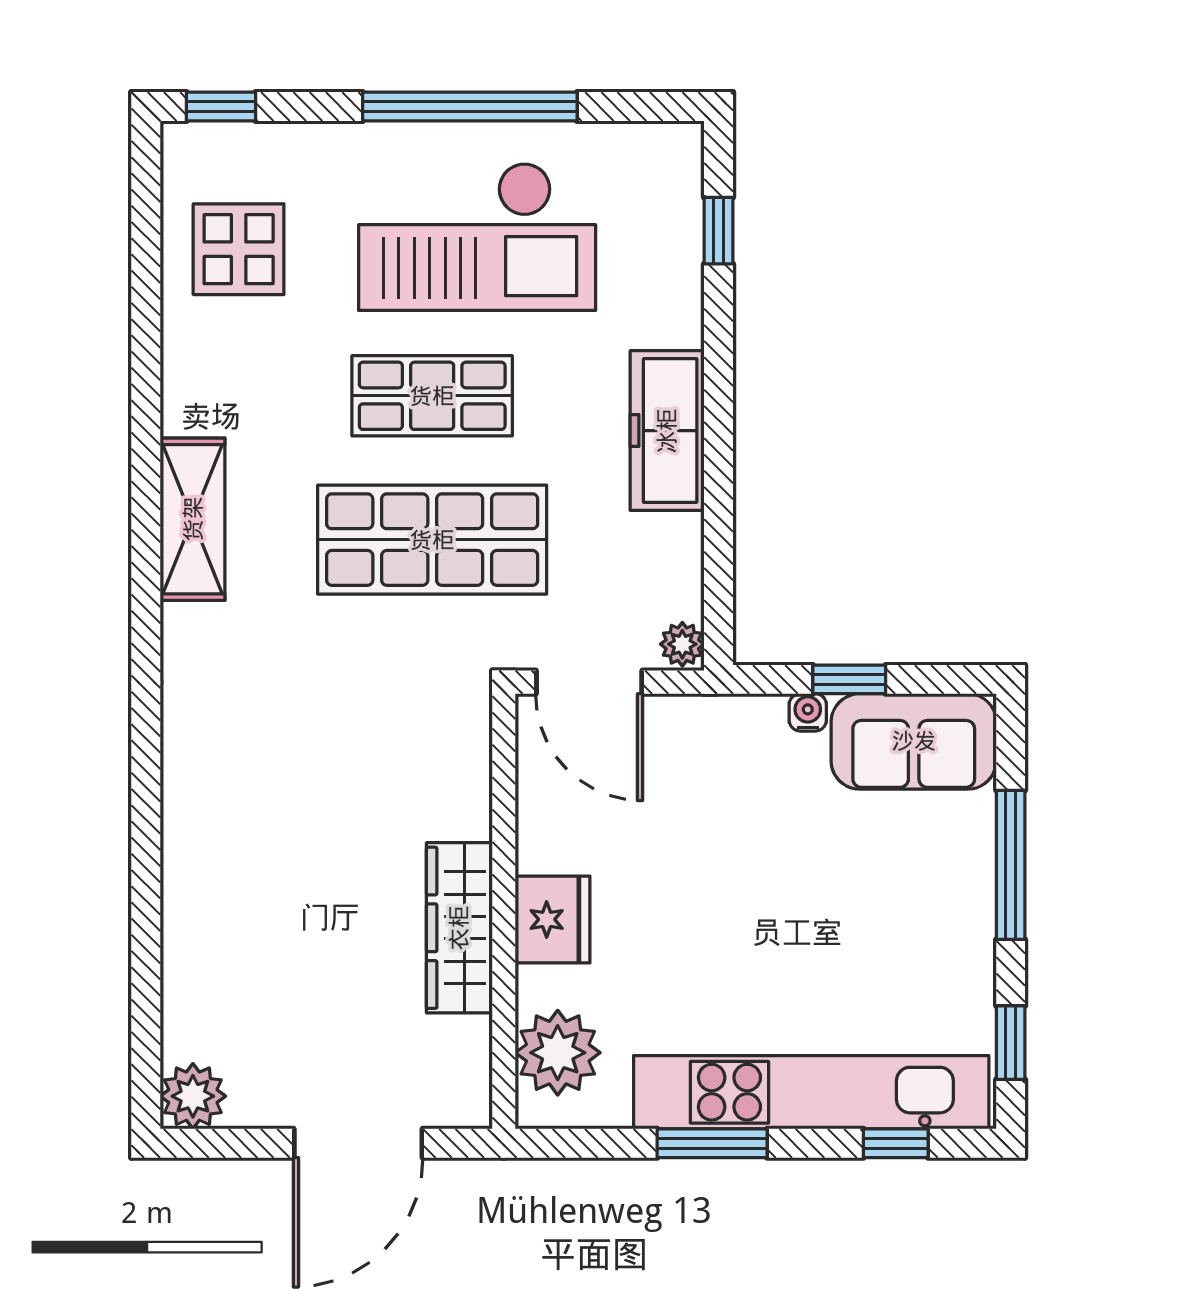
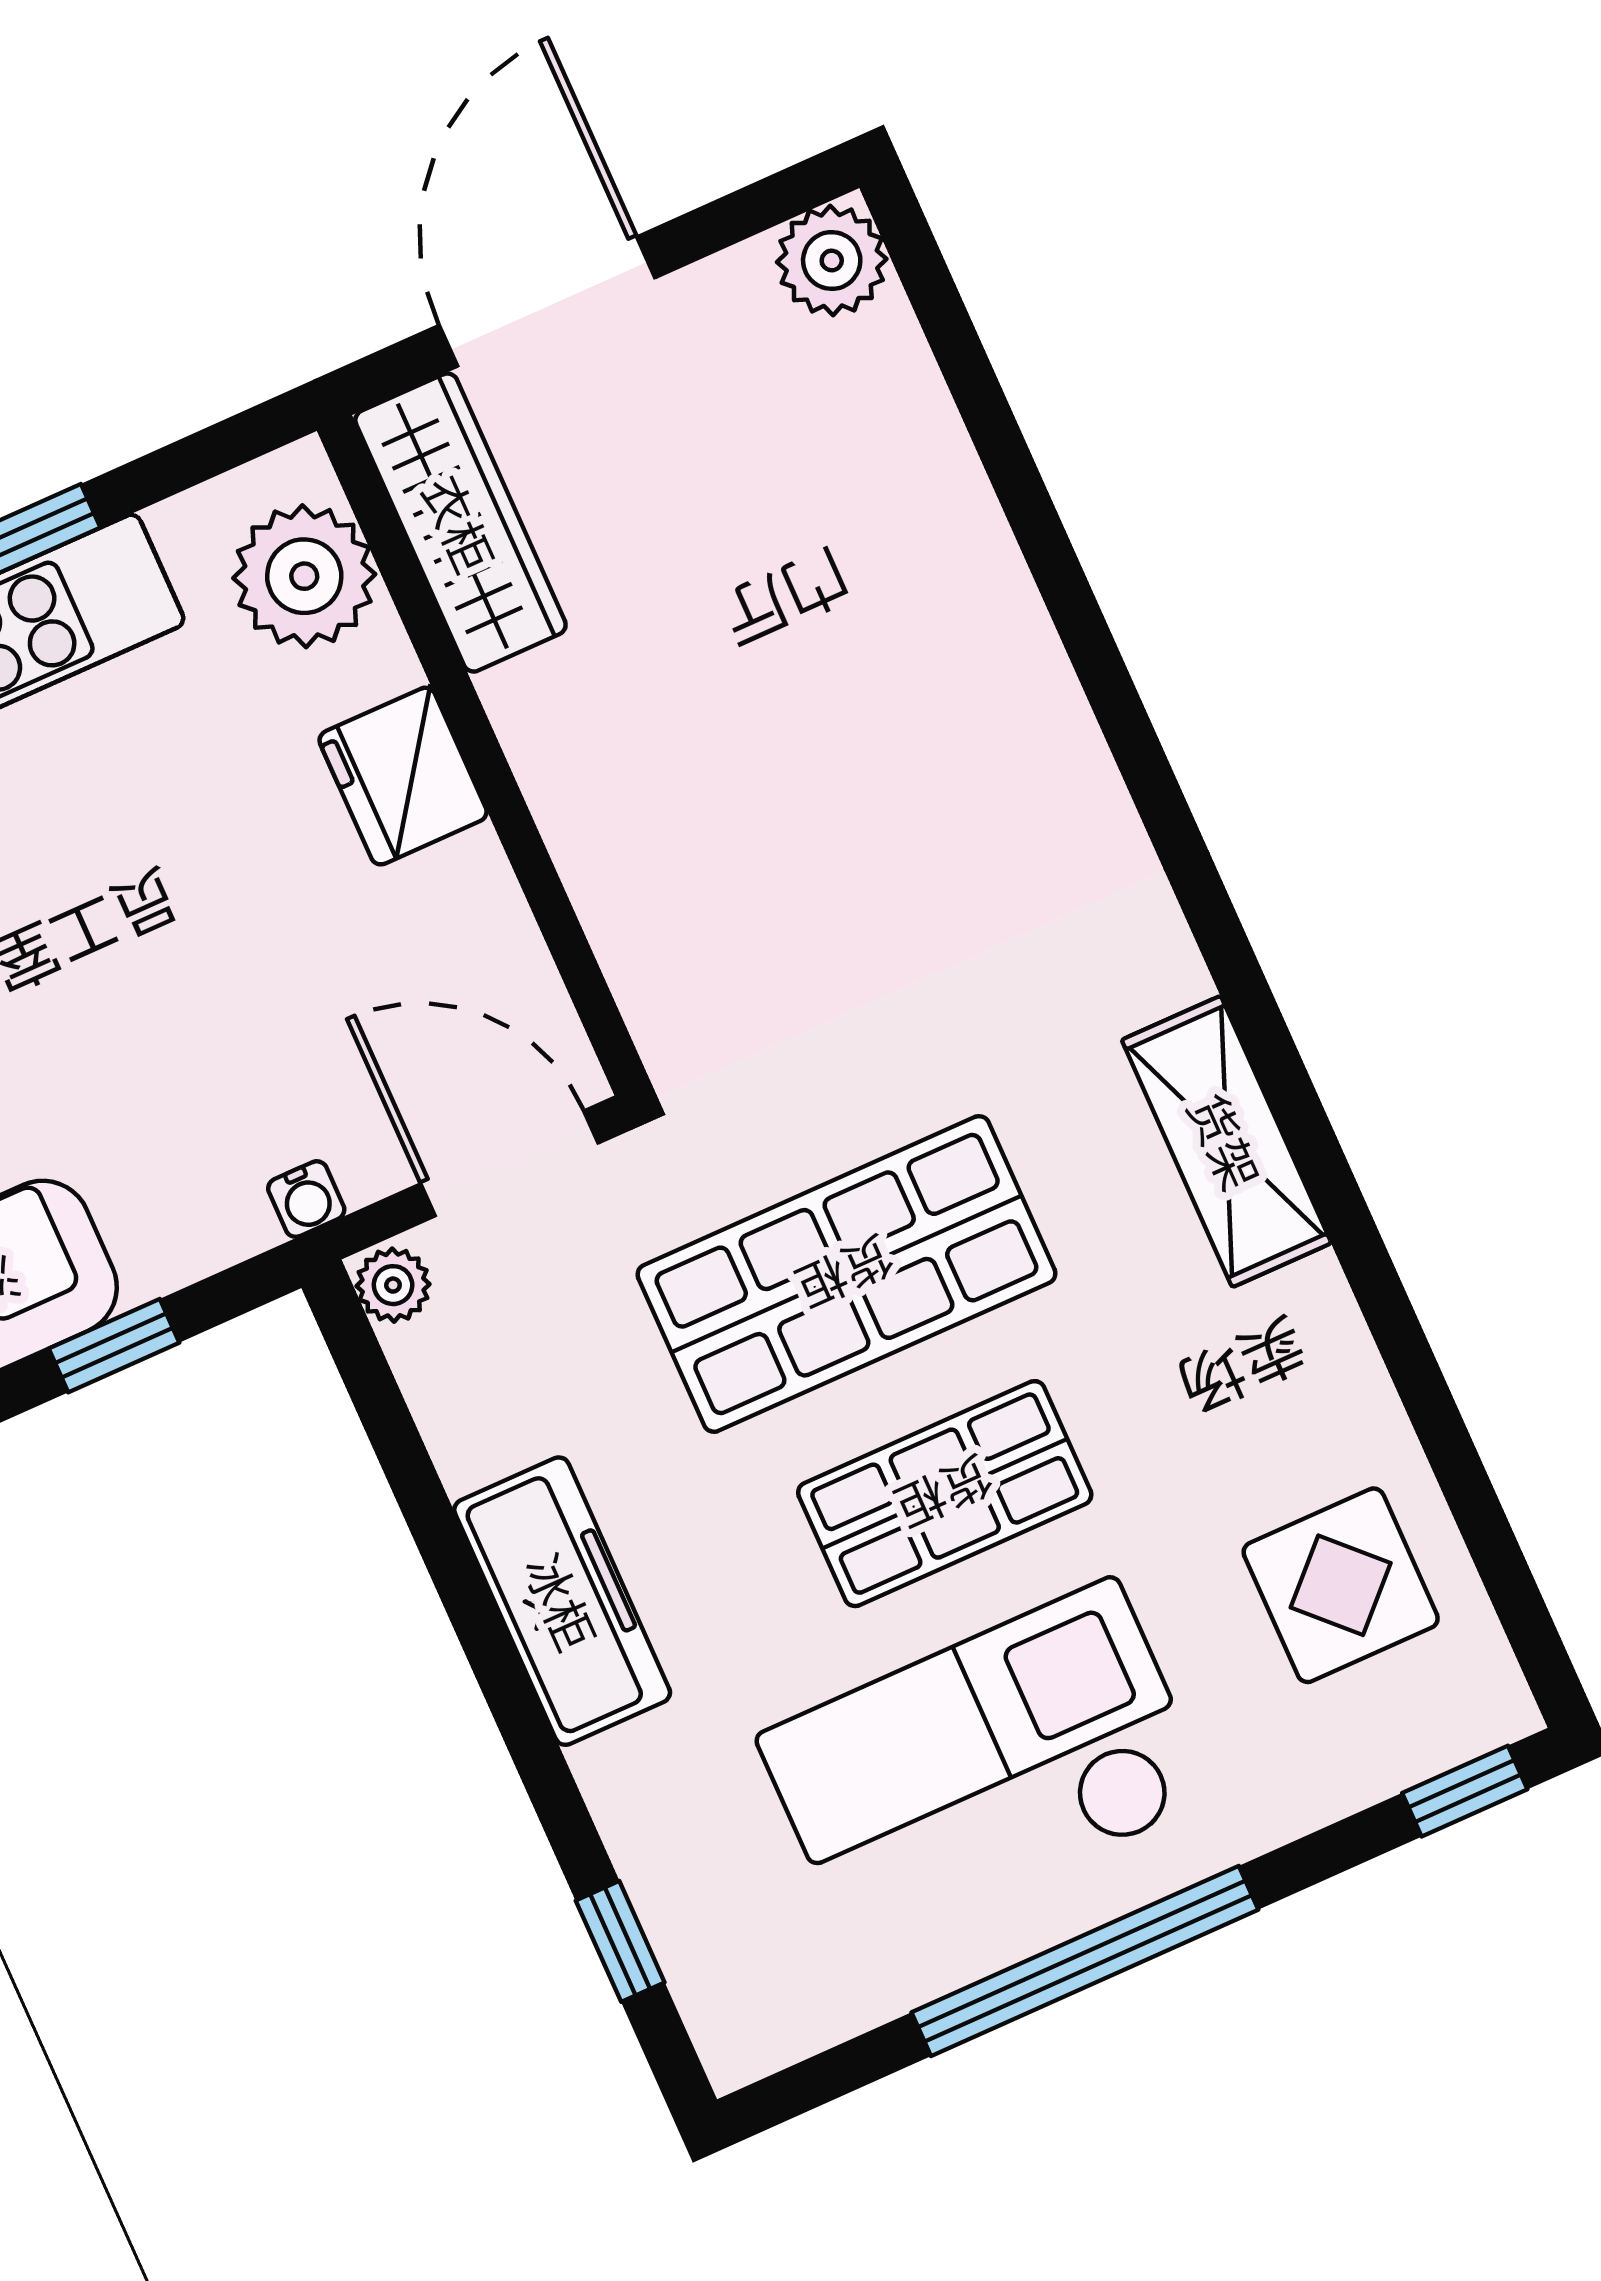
water cooler: (808, 712) -> (306, 1199), moved
wardrobe: (459, 928) -> (460, 523), moved

